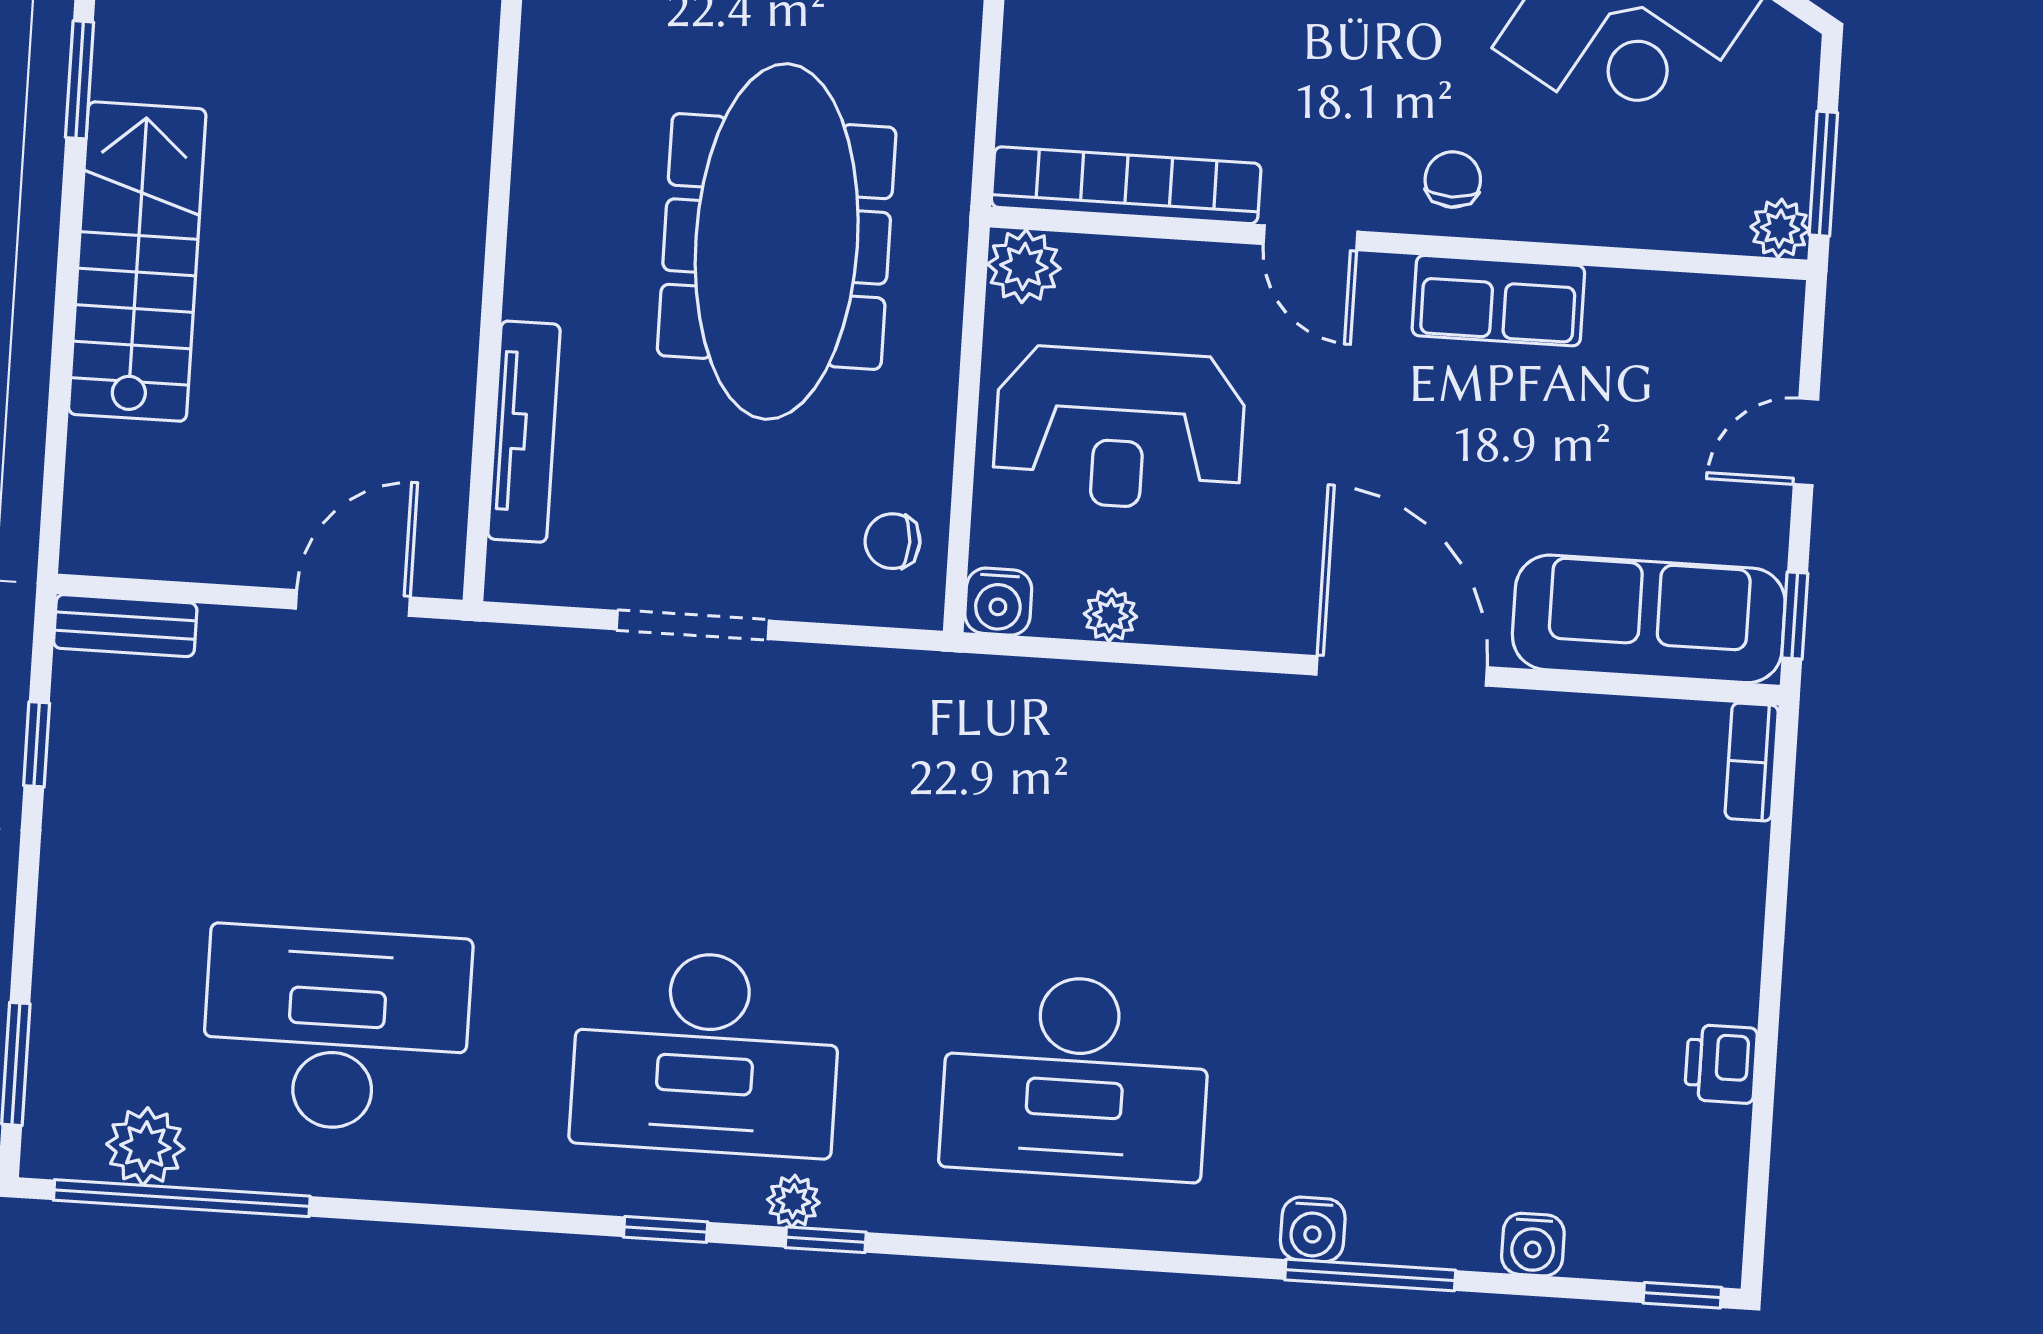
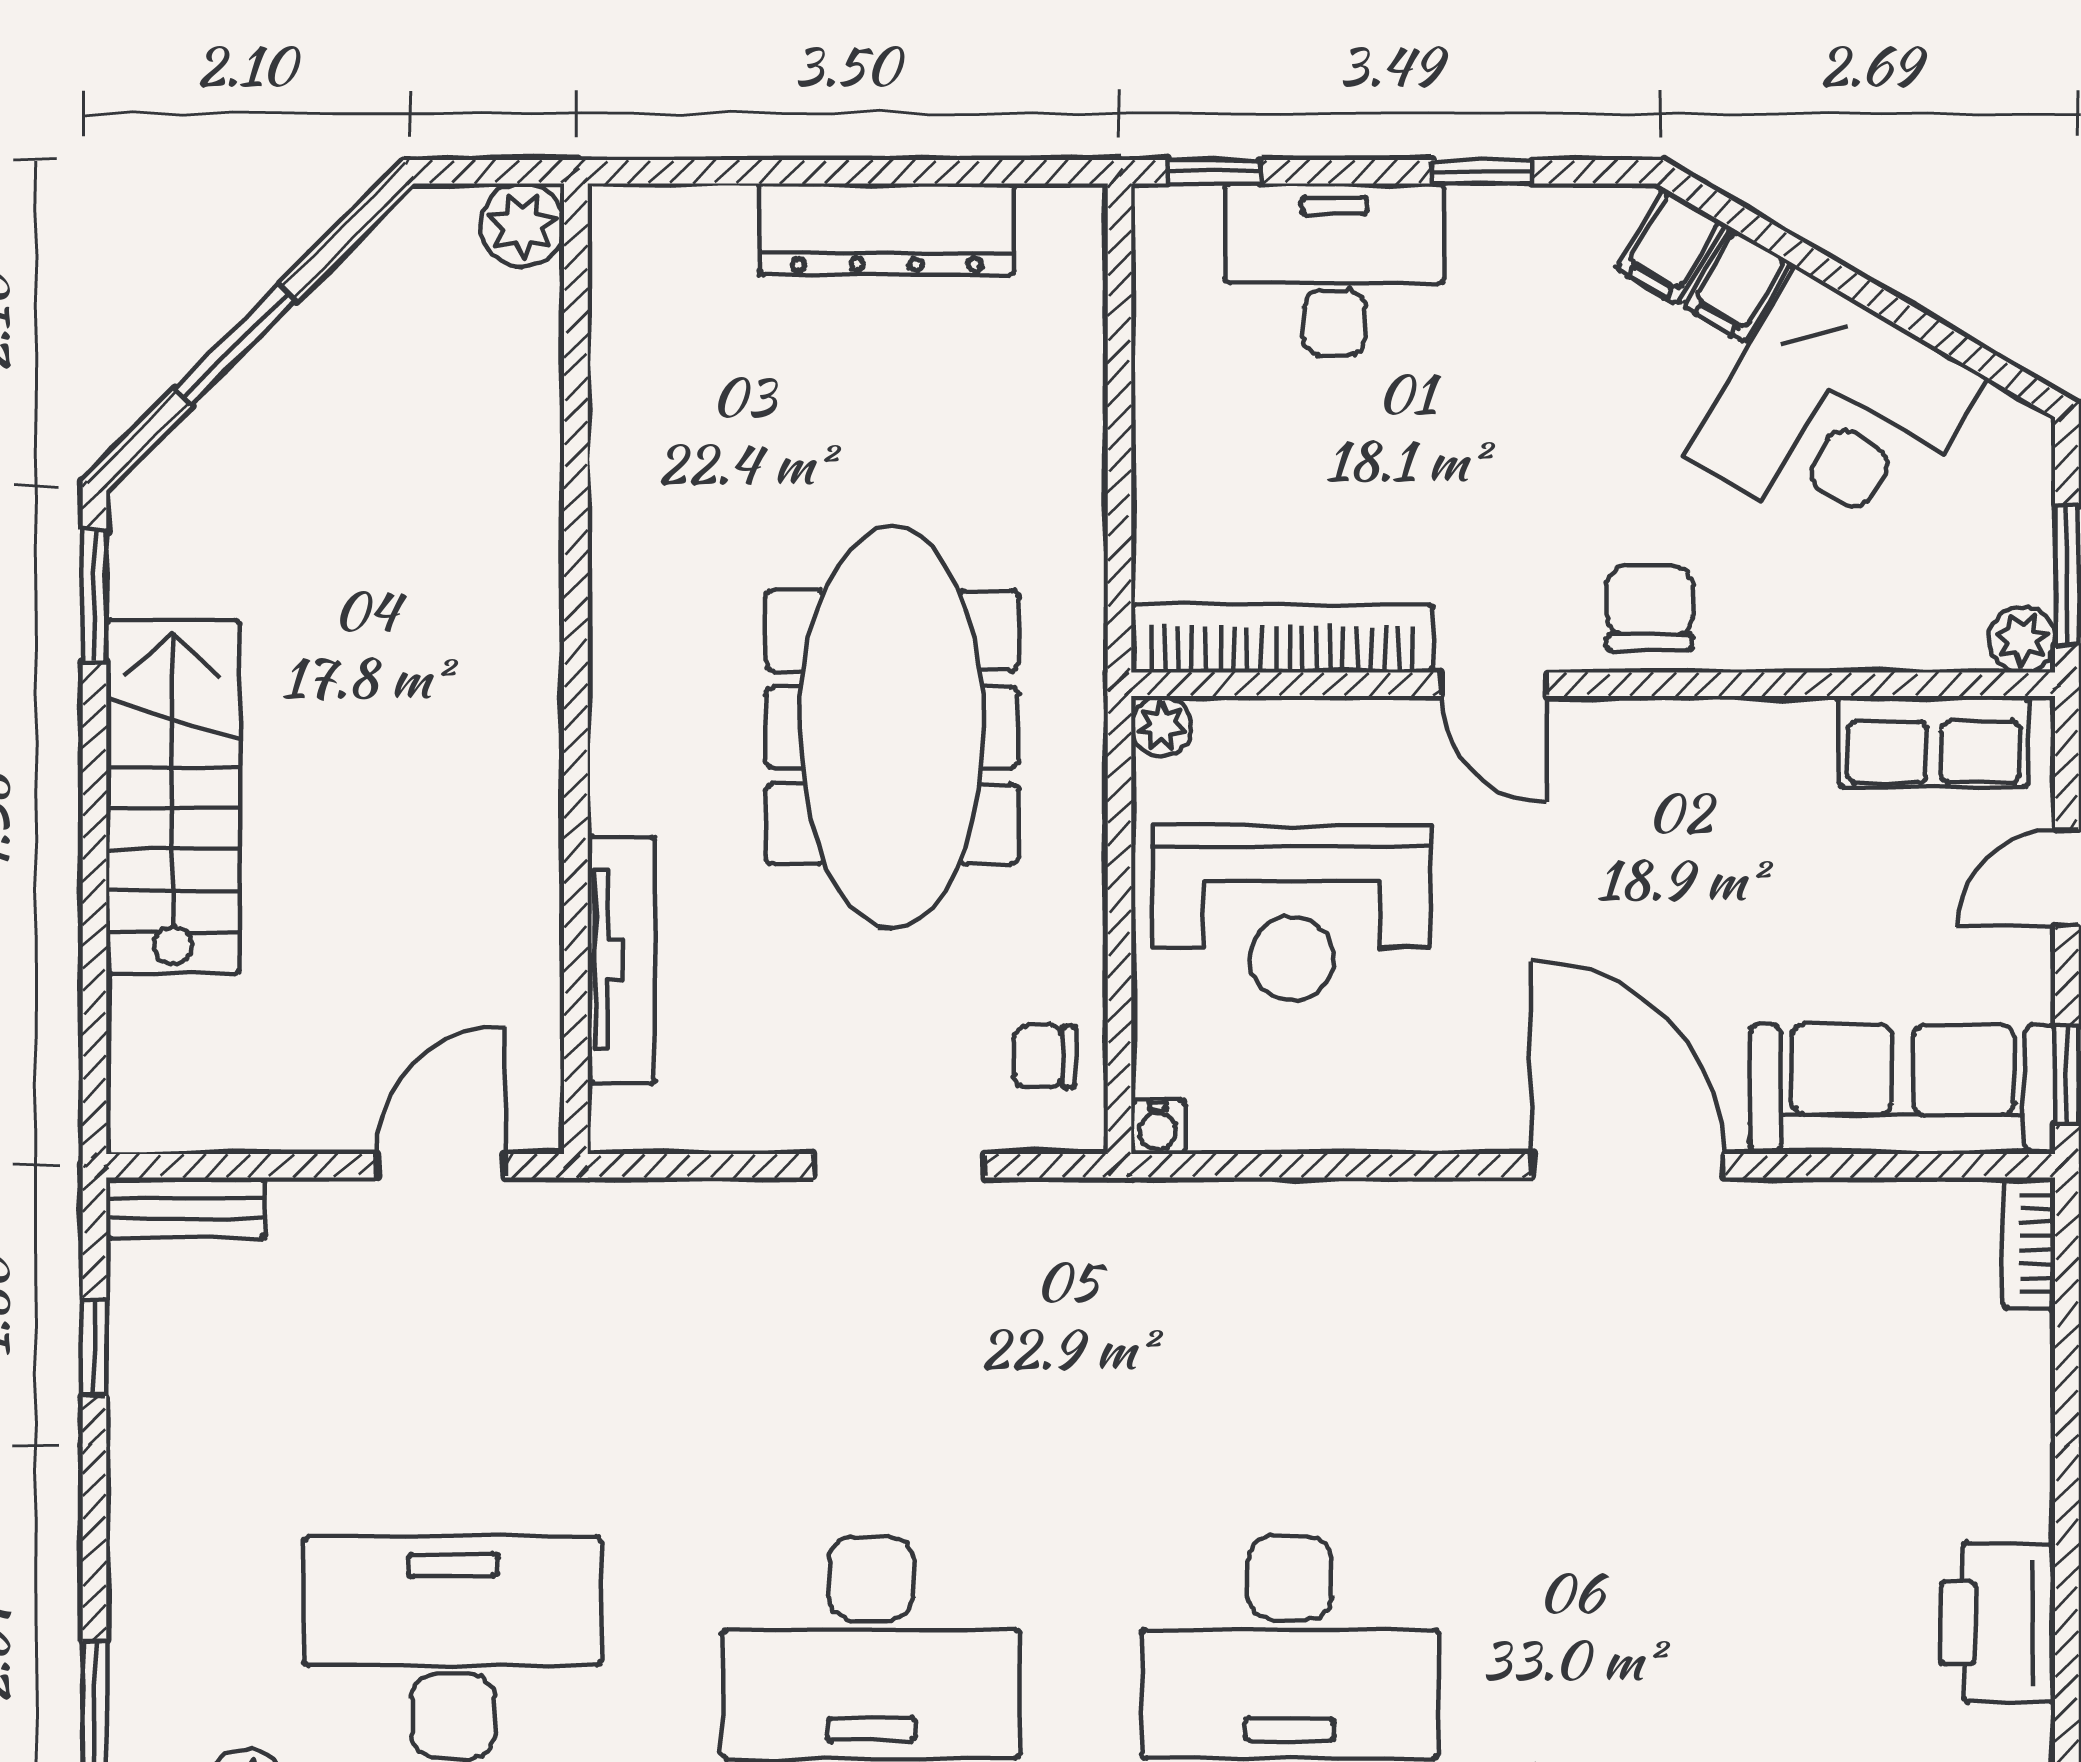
chair: (1453, 180) -> (1650, 608), width x1.37, depth x1.37
plant: (1024, 266) -> (1161, 726), width x0.73, depth x0.73
row of seats: (1498, 301) -> (1934, 741), moved
water cooler: (998, 602) -> (1158, 1127), width x0.72, depth x0.72
plant: (1110, 615) -> (1295, 1124), removed
doorway: (693, 625) -> (899, 1166), moved
printer: (1721, 1064) -> (1998, 1623), width x1.87, depth x1.48

